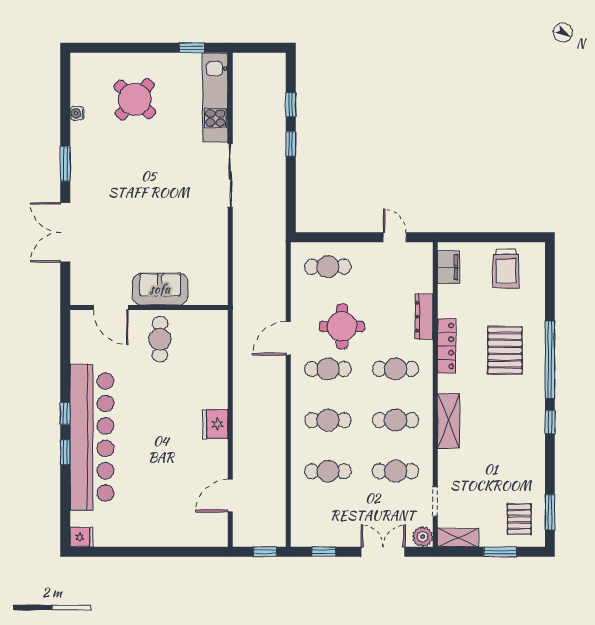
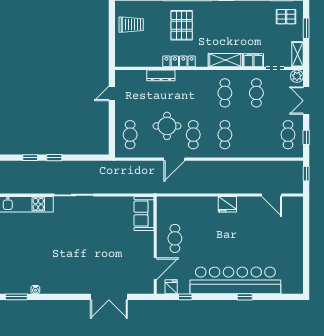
round table: (135, 99) -> (27, 254), removed
window: (65, 164) -> (16, 297), moved
filing cabinet: (448, 267) -> (253, 60), moved
sofa: (160, 289) -> (144, 214), moved
door: (288, 338) -> (174, 159), hinge flipped
cafe table: (160, 339) -> (175, 238), turned 90
pallet: (505, 350) -> (182, 25), turned 90
cafe table: (396, 369) -> (193, 93), removed
window: (65, 413) -> (185, 297), moved
cafe table: (328, 471) -> (288, 135), moved
fridge: (82, 537) -> (171, 287), moved

